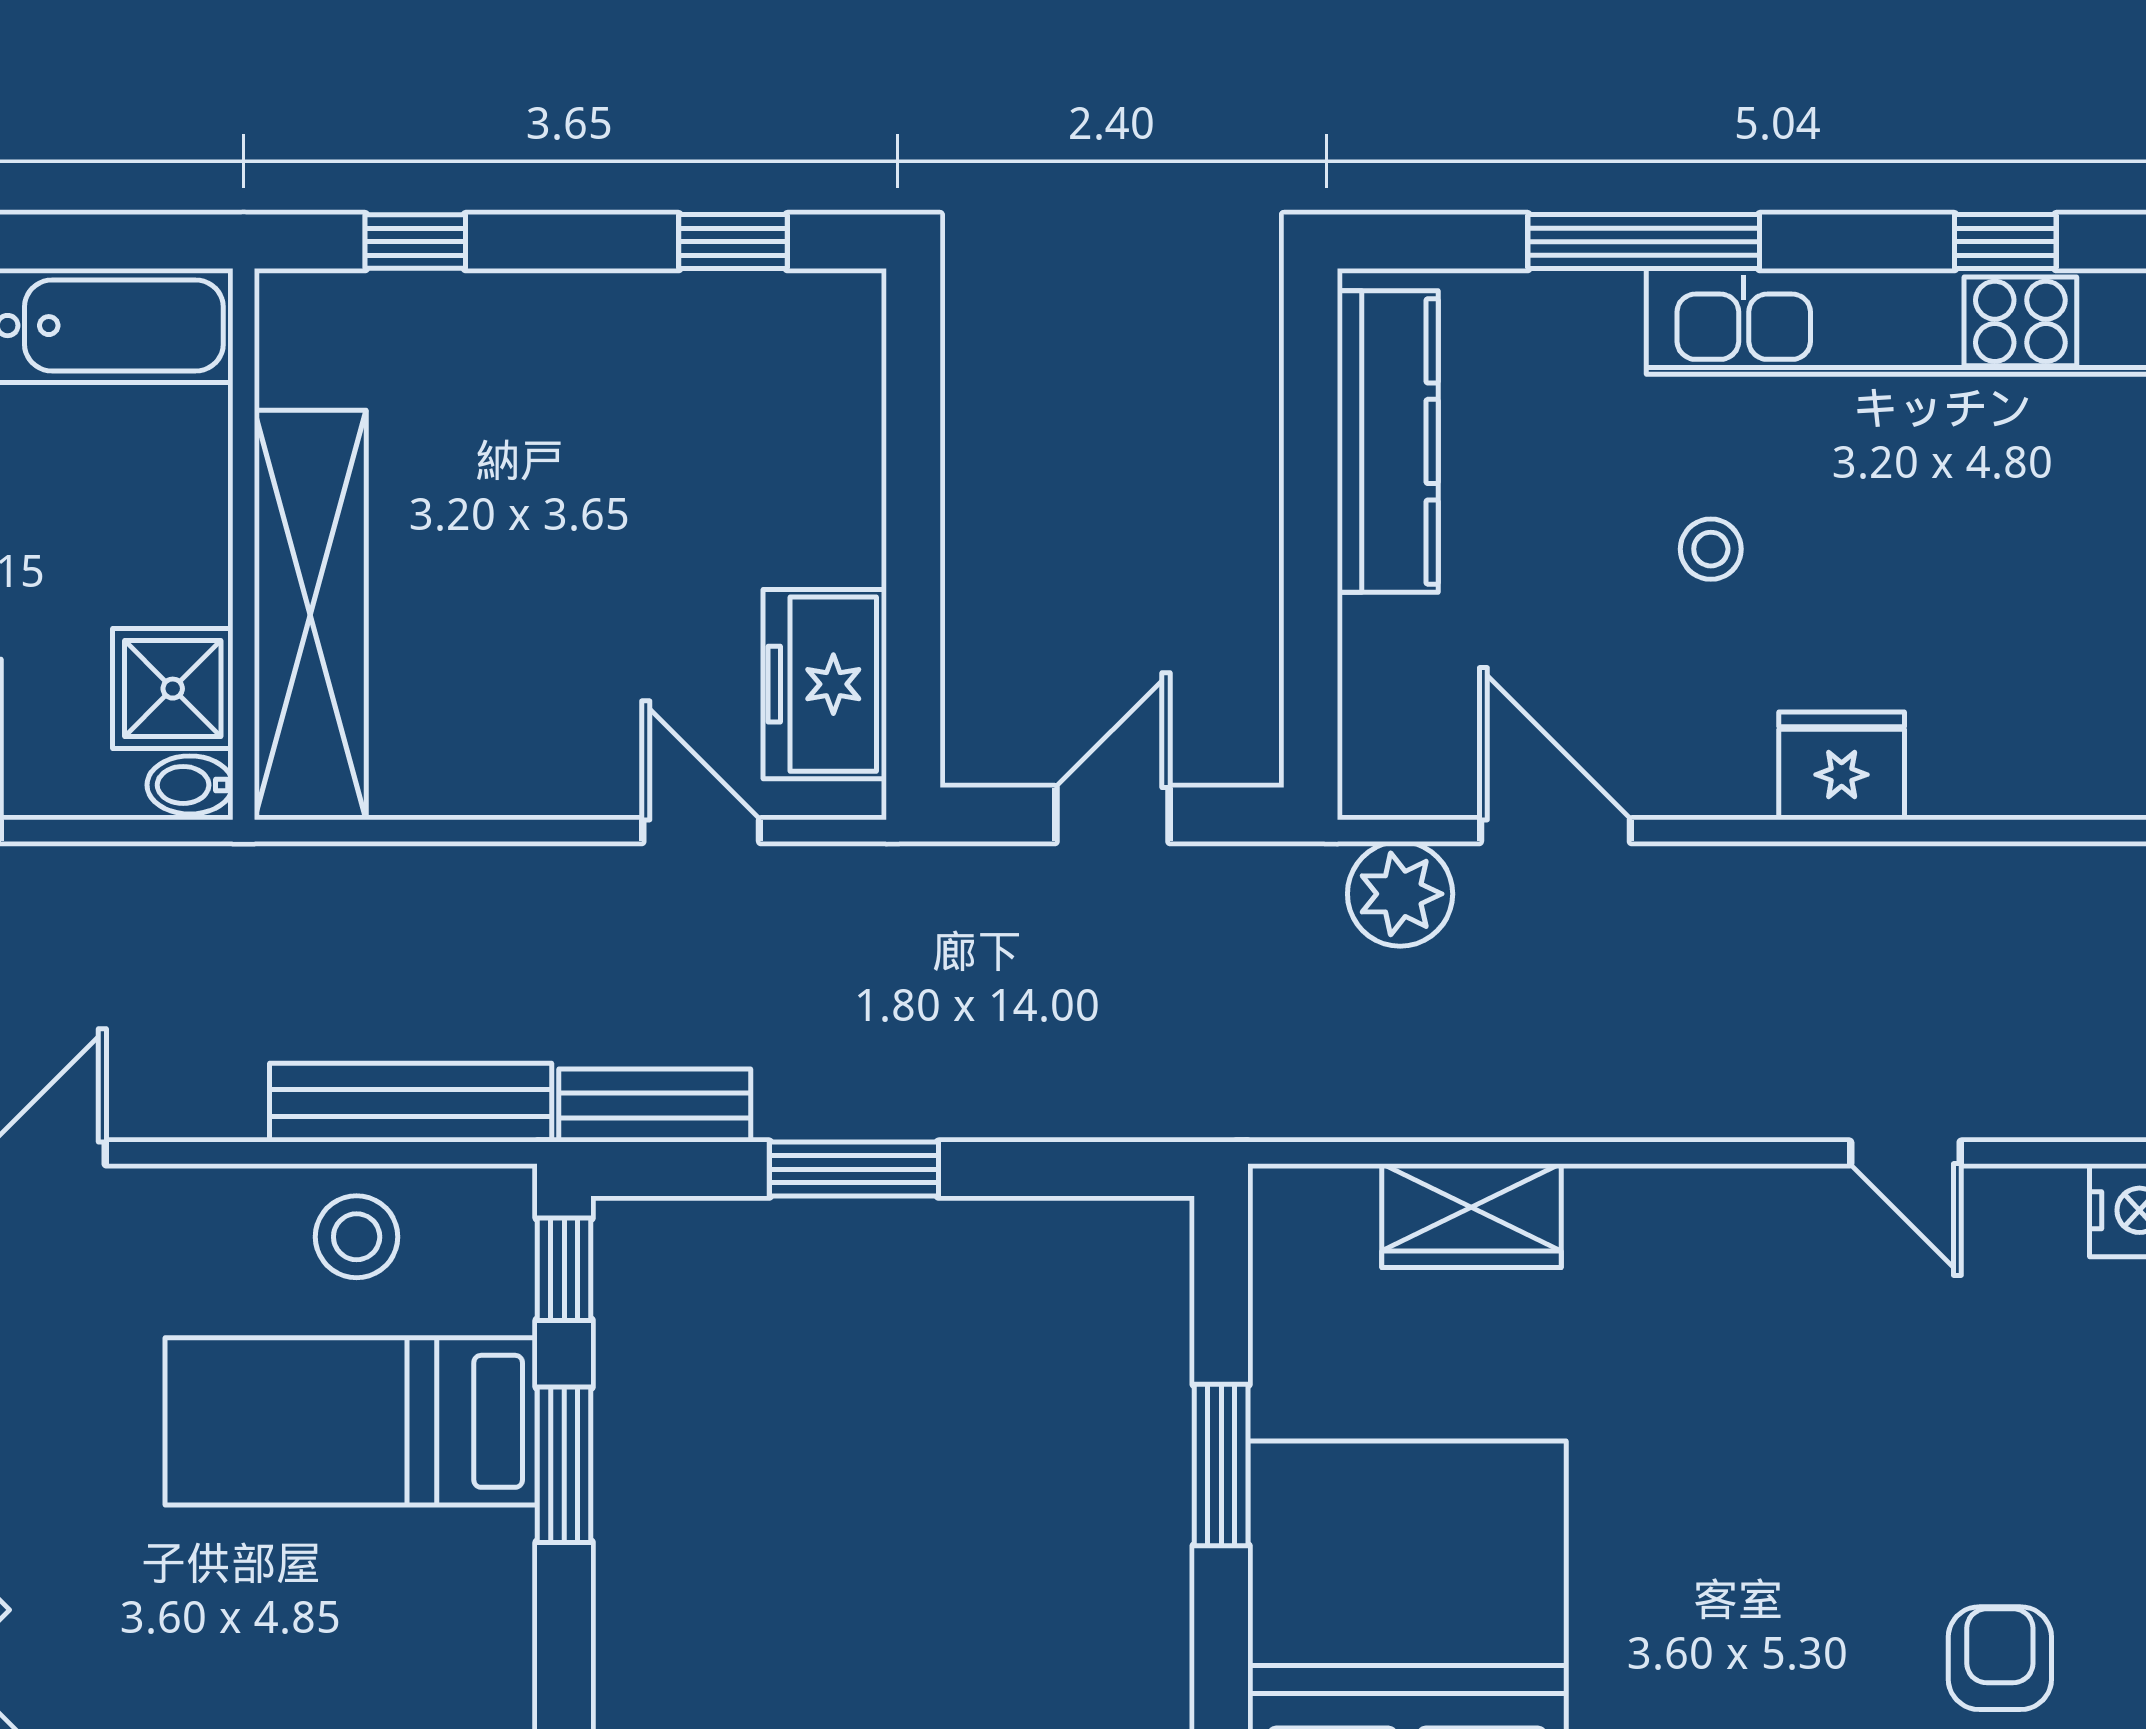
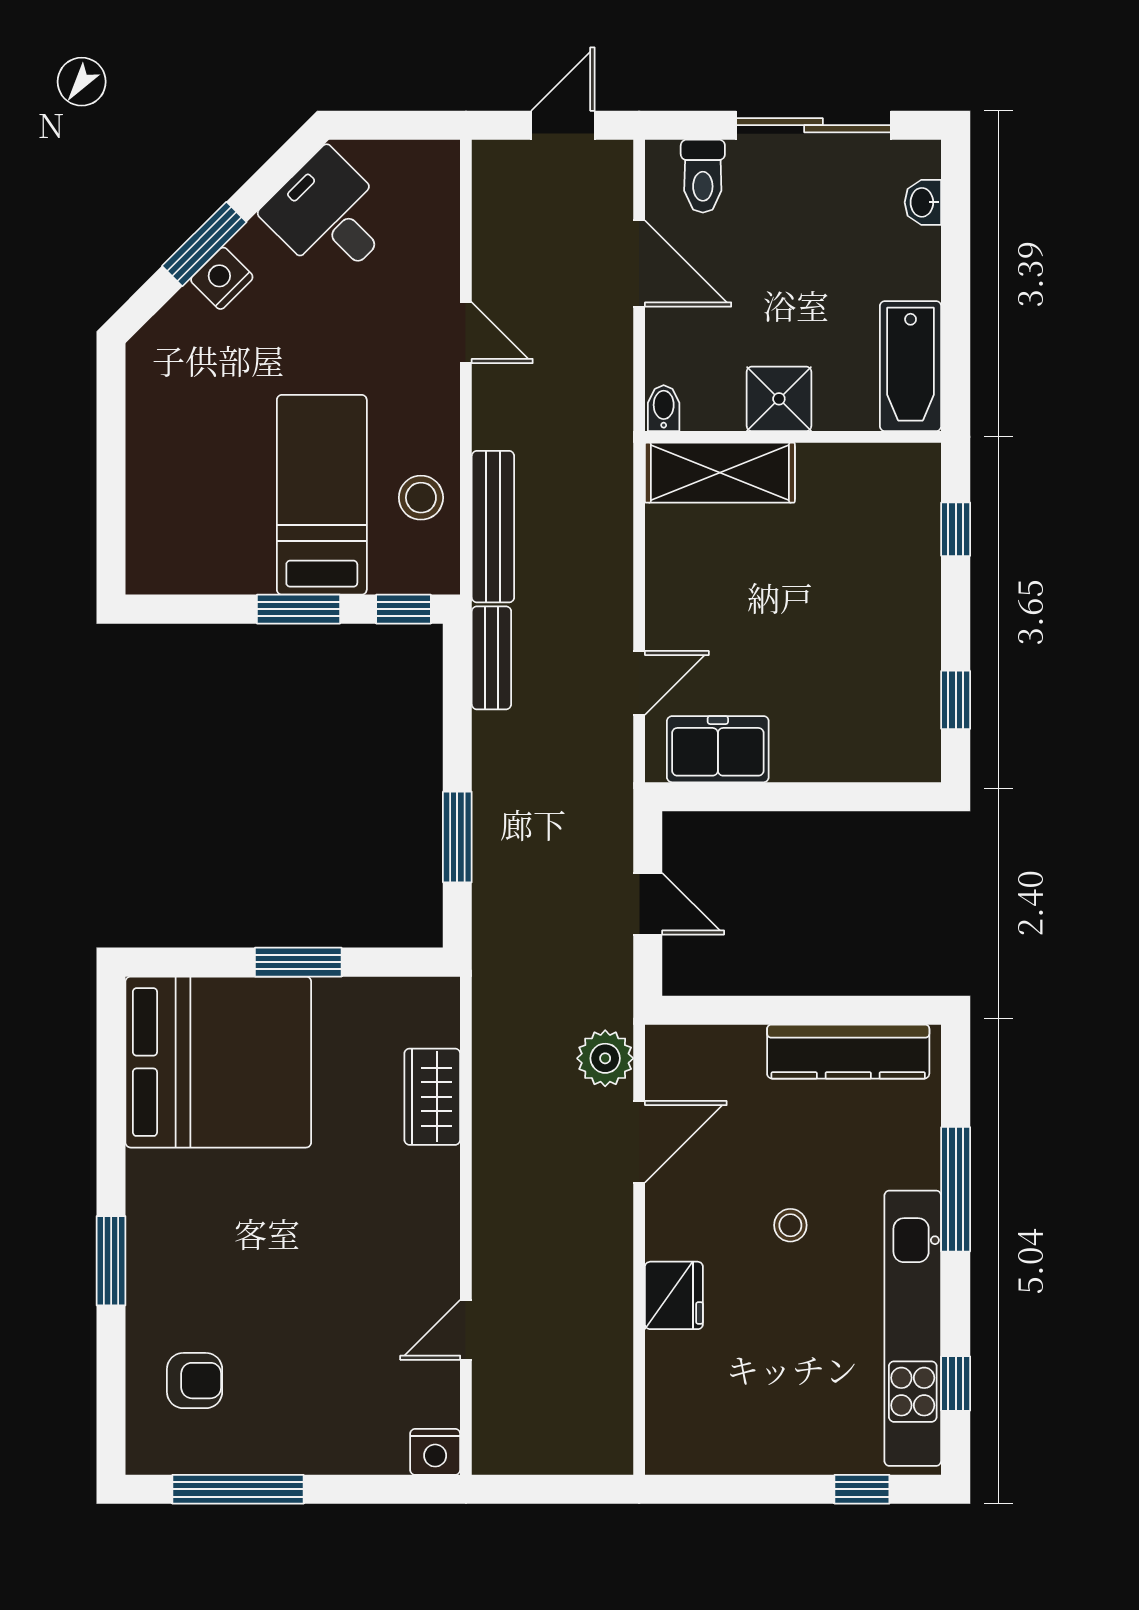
shelving: (310, 615) -> (720, 473), width x0.68
shower: (173, 689) -> (779, 399), moved
window: (854, 1169) -> (457, 837), moved

